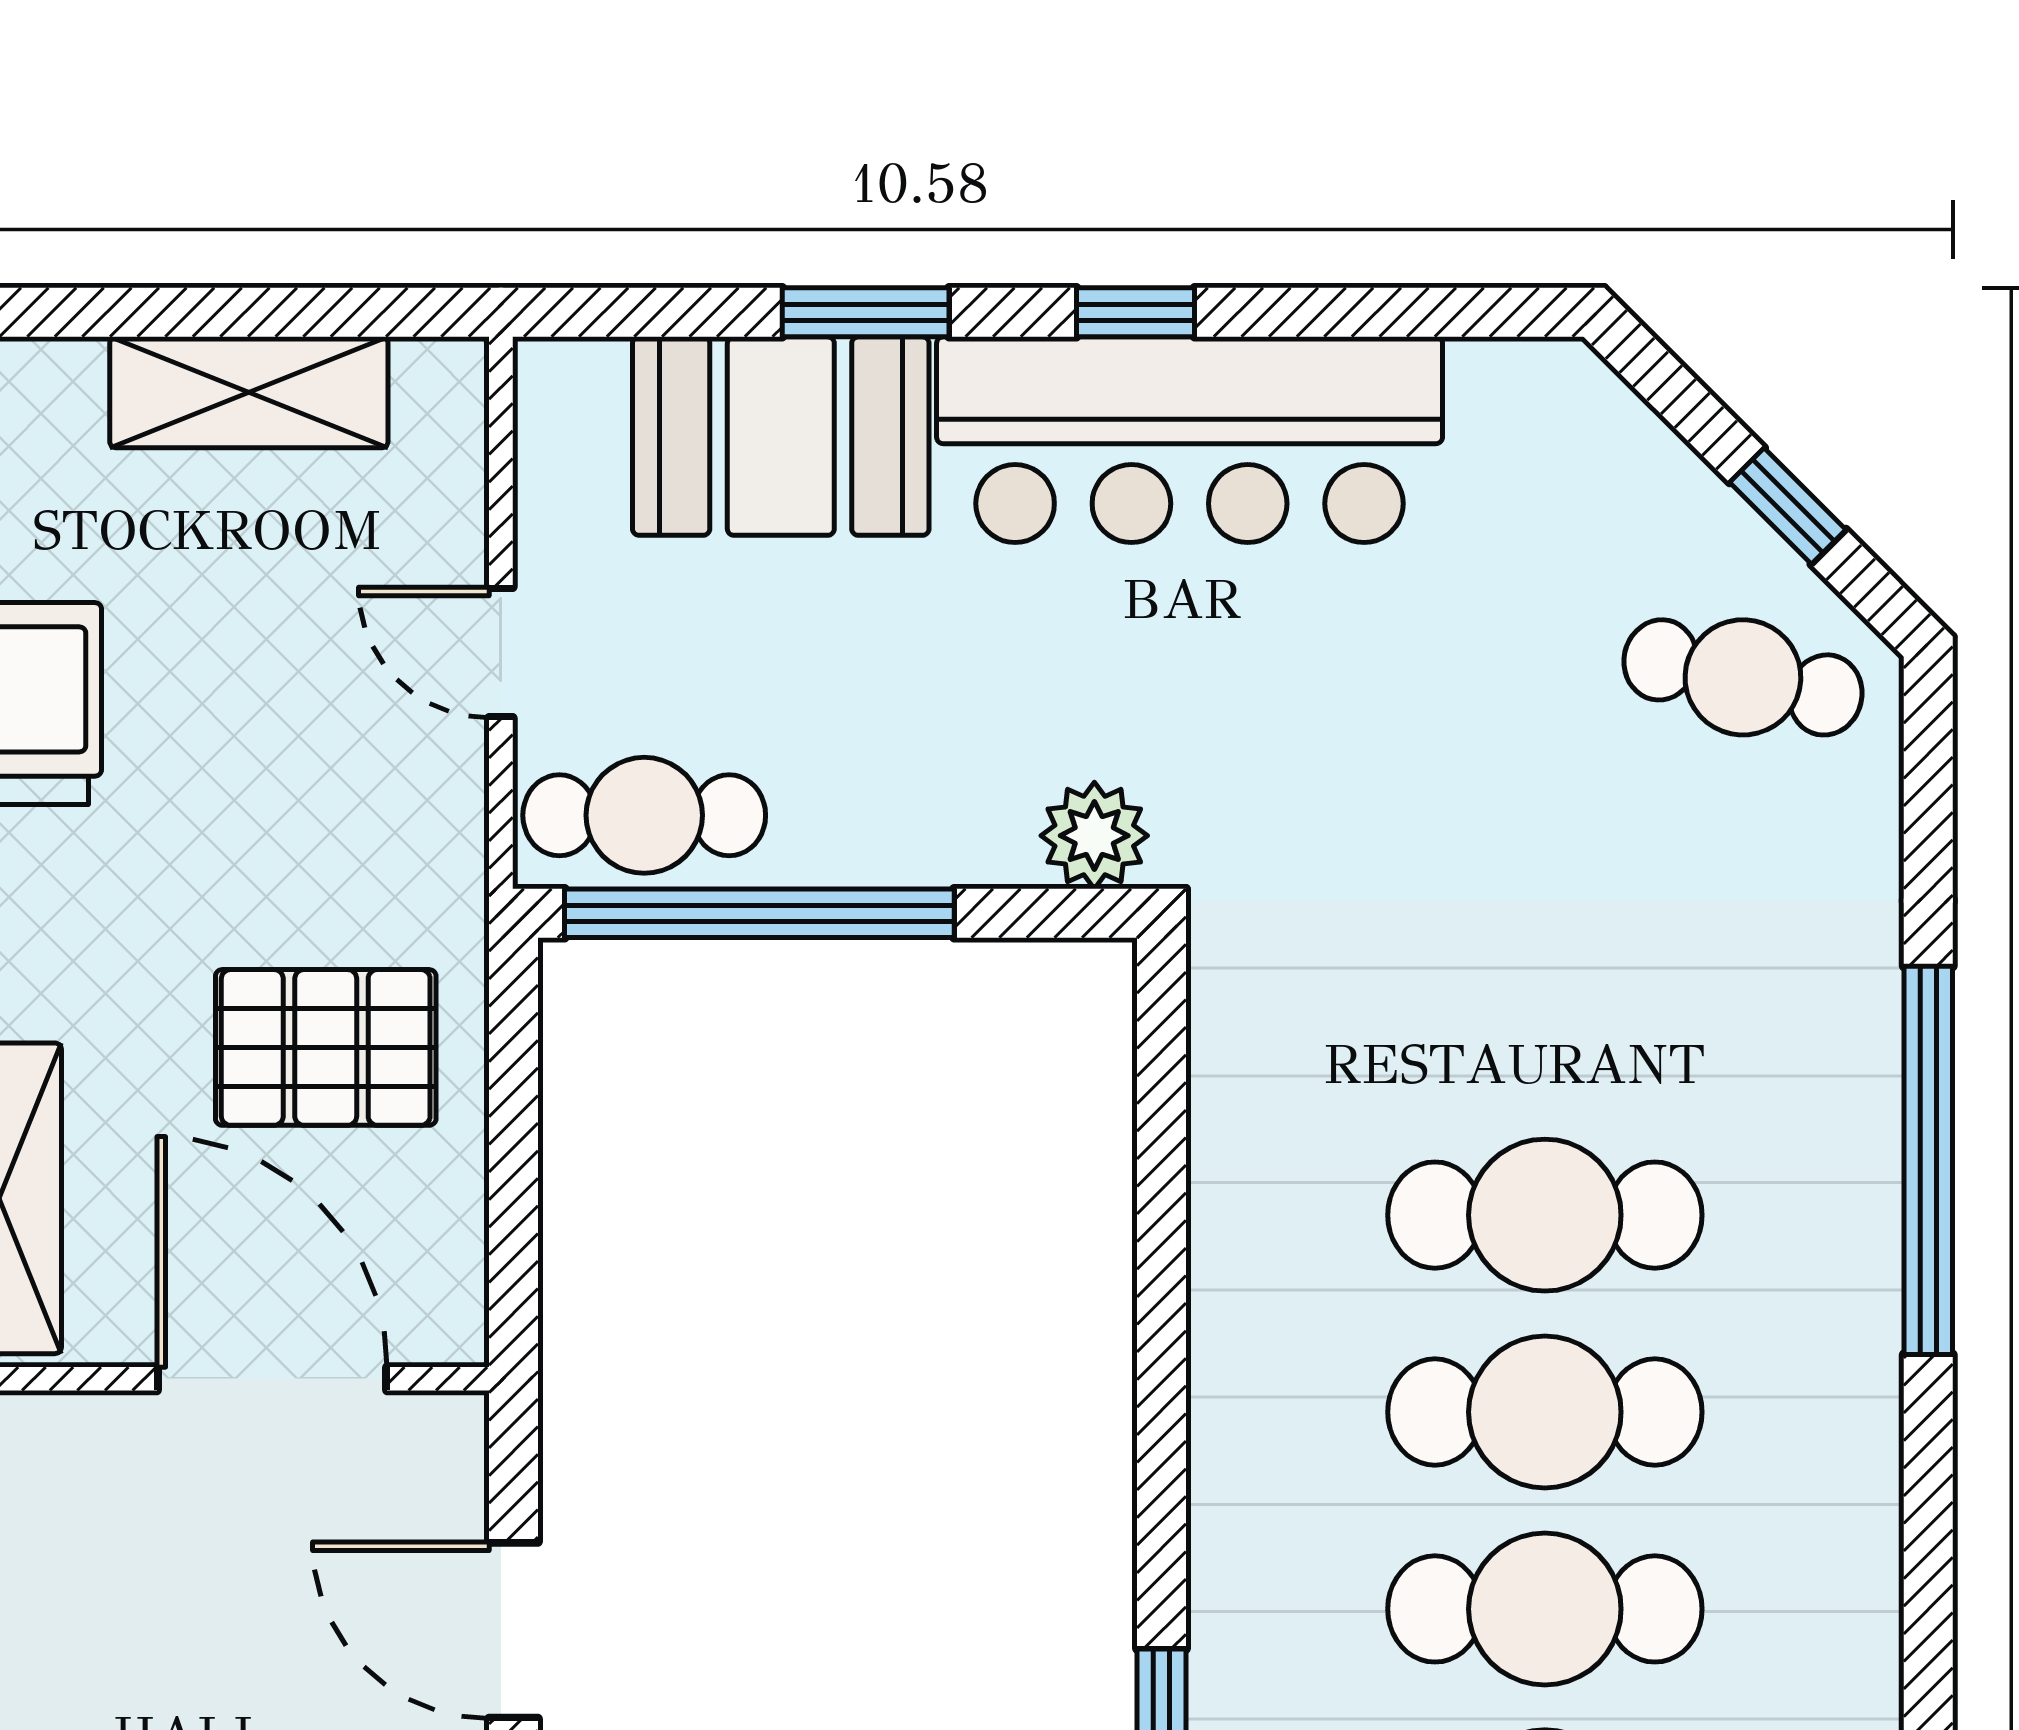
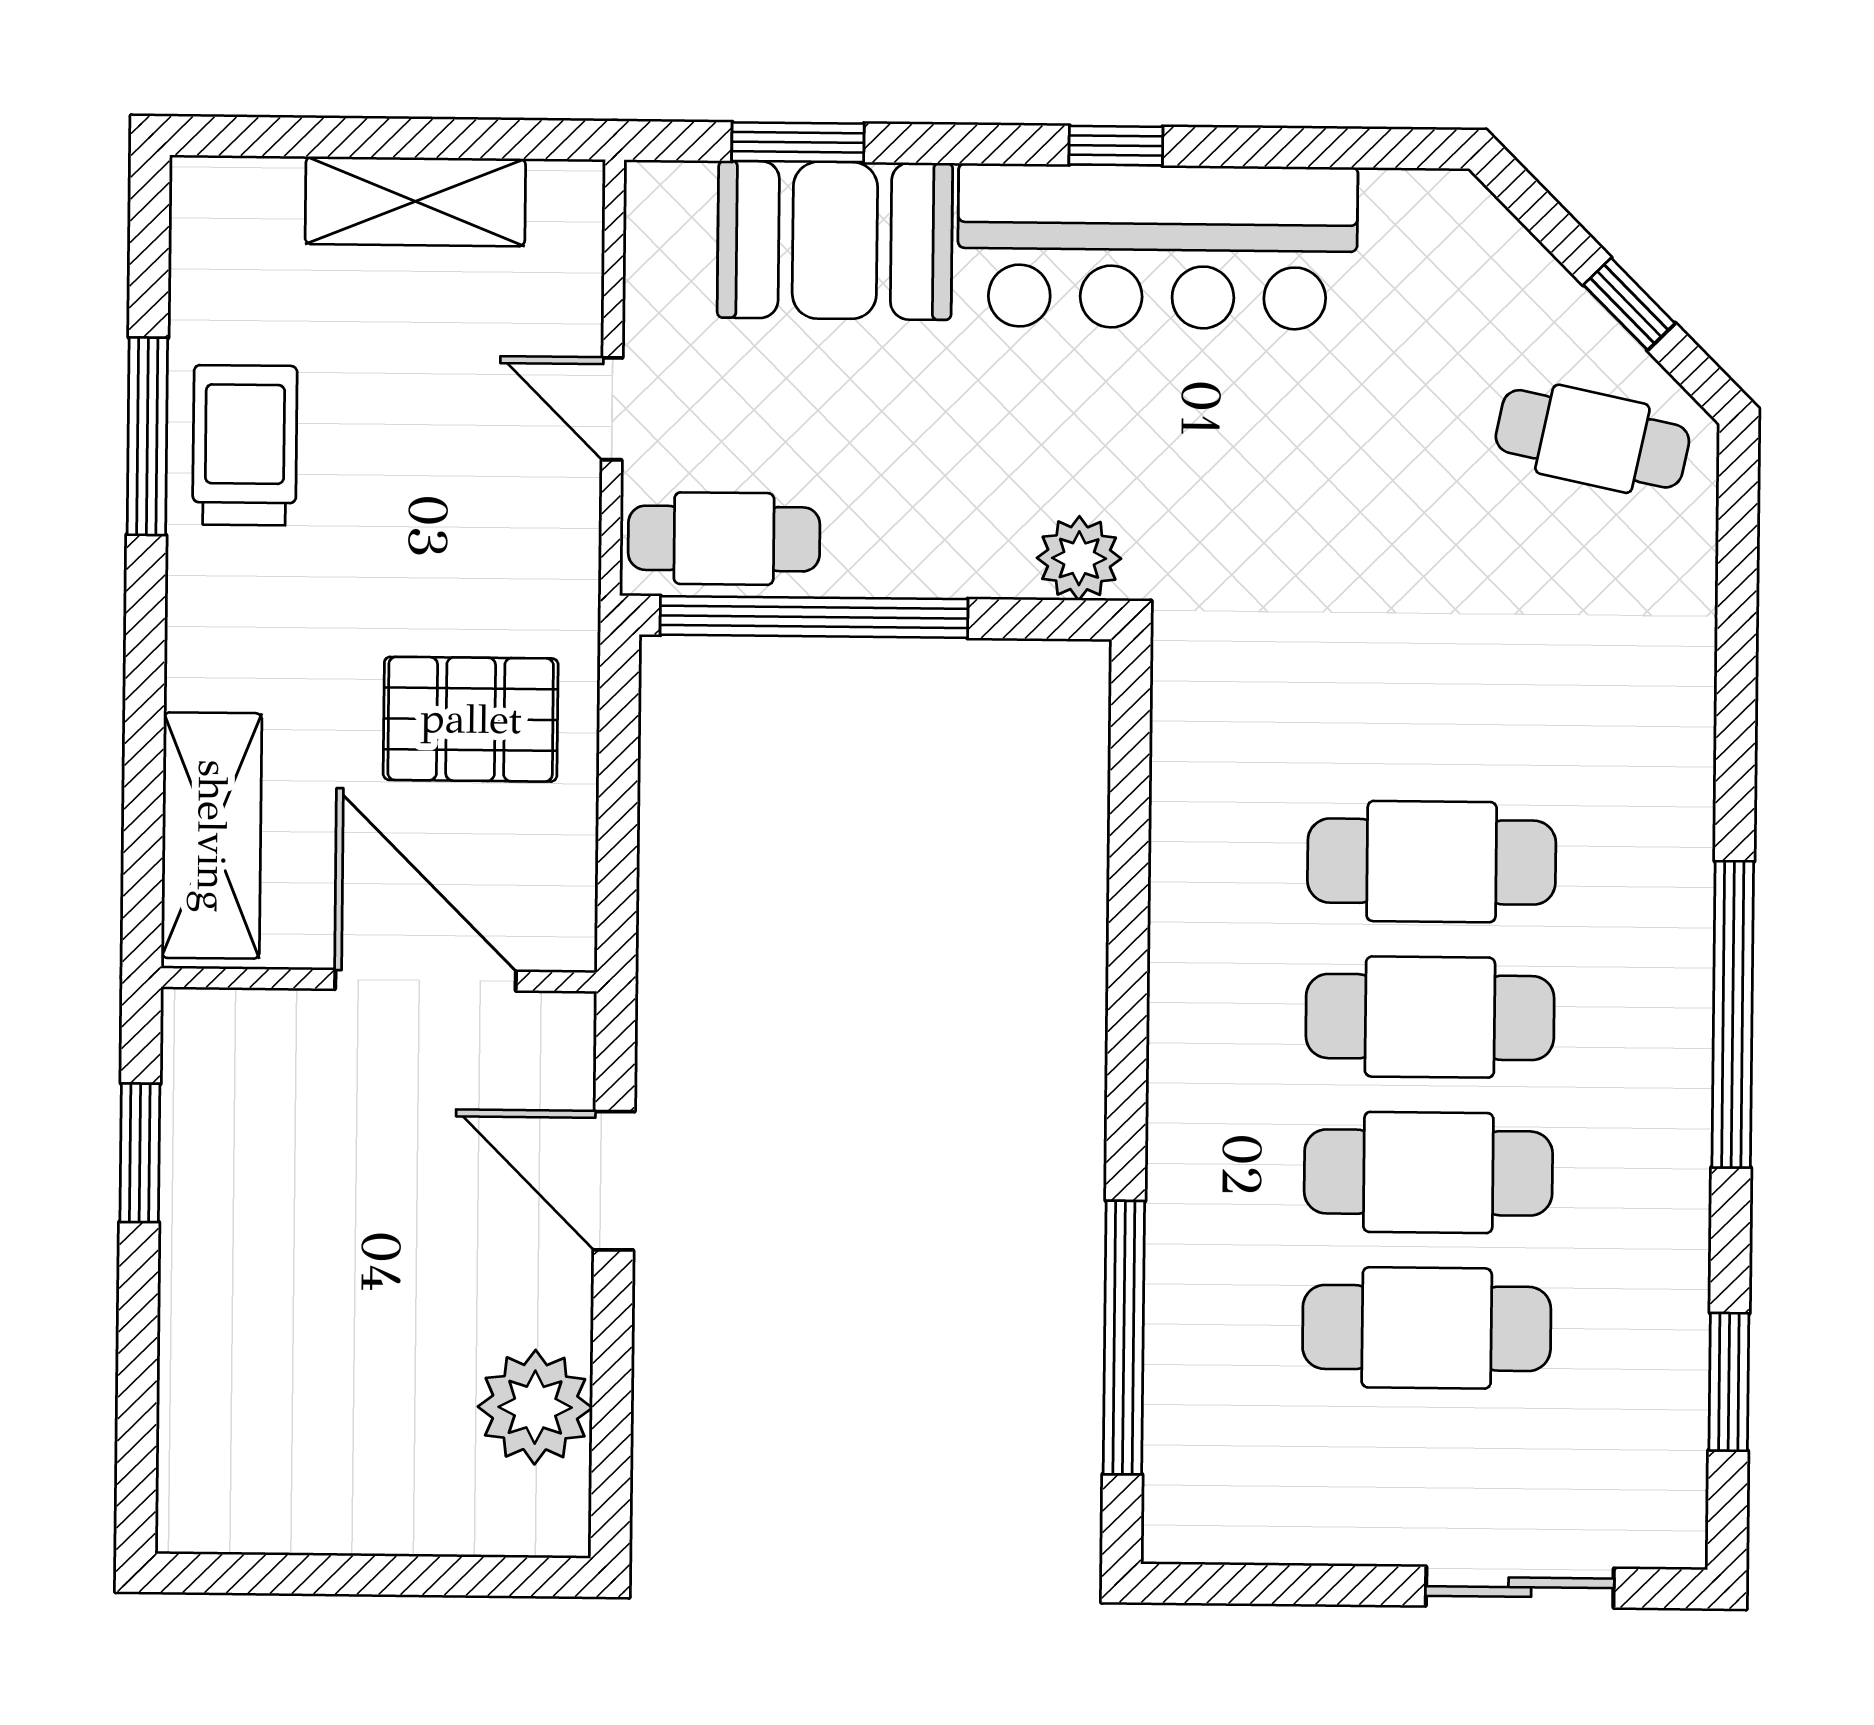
window: (866, 312) -> (798, 142), moved
window: (1928, 1160) -> (1733, 1014), moved

